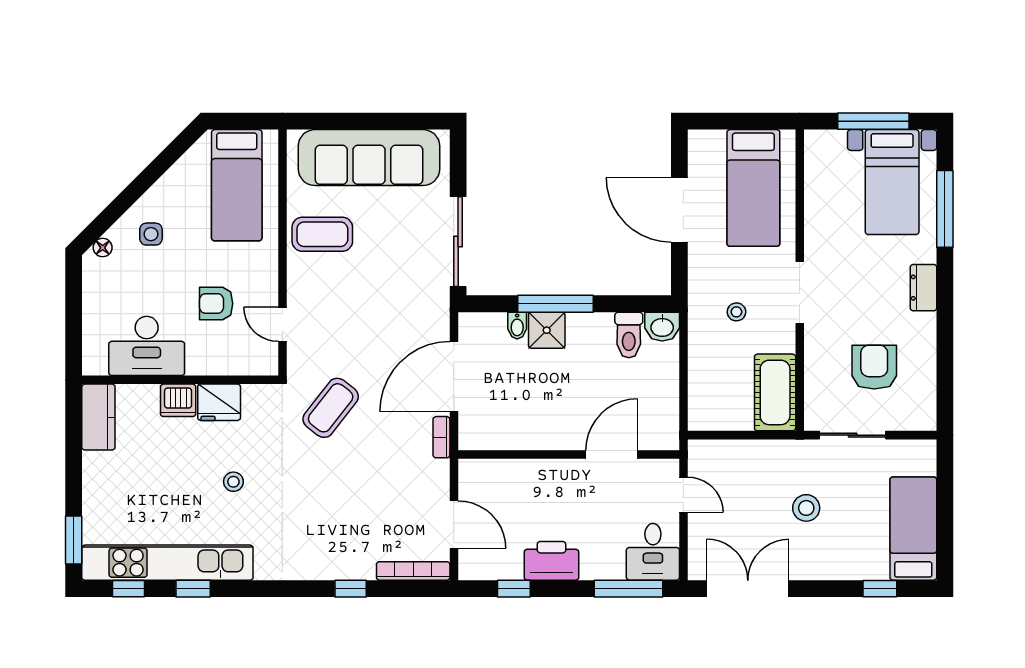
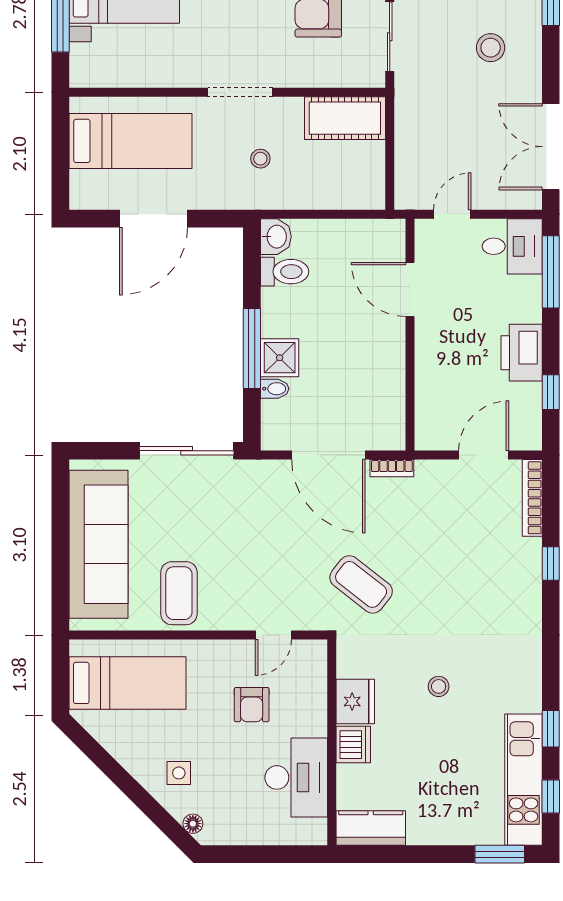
stool: (806, 508) -> (491, 48), moved
kitchen unit: (167, 563) -> (524, 780), width x0.73

